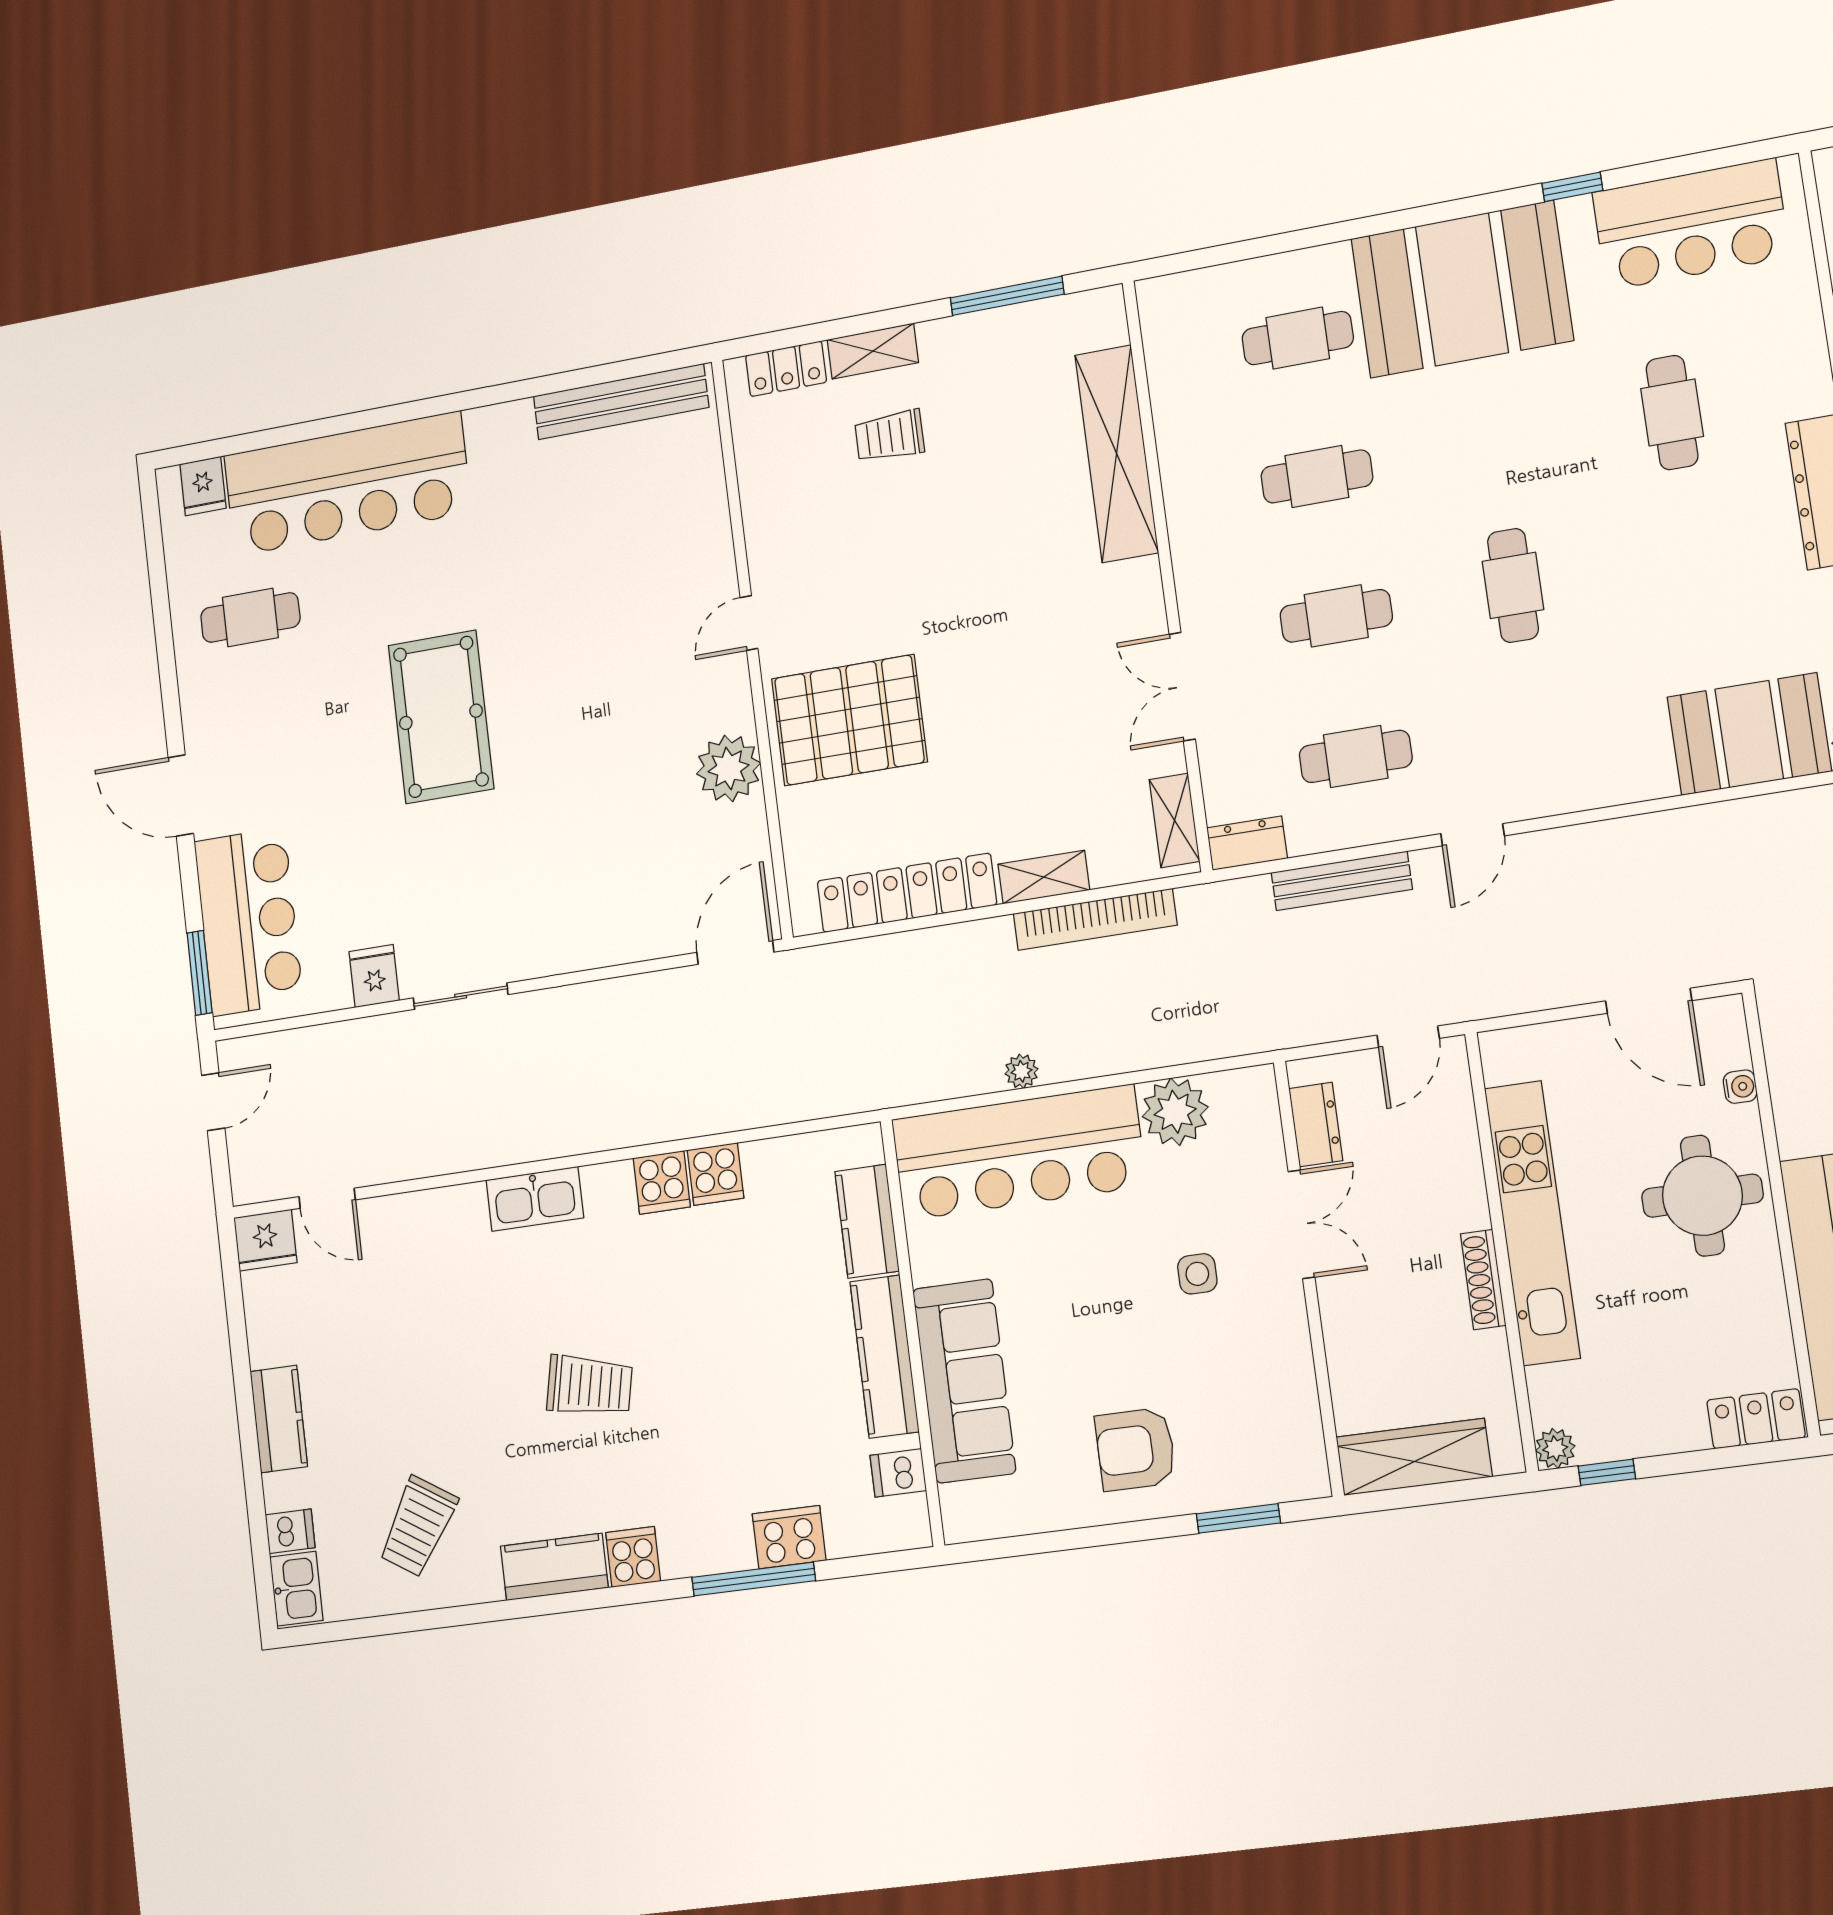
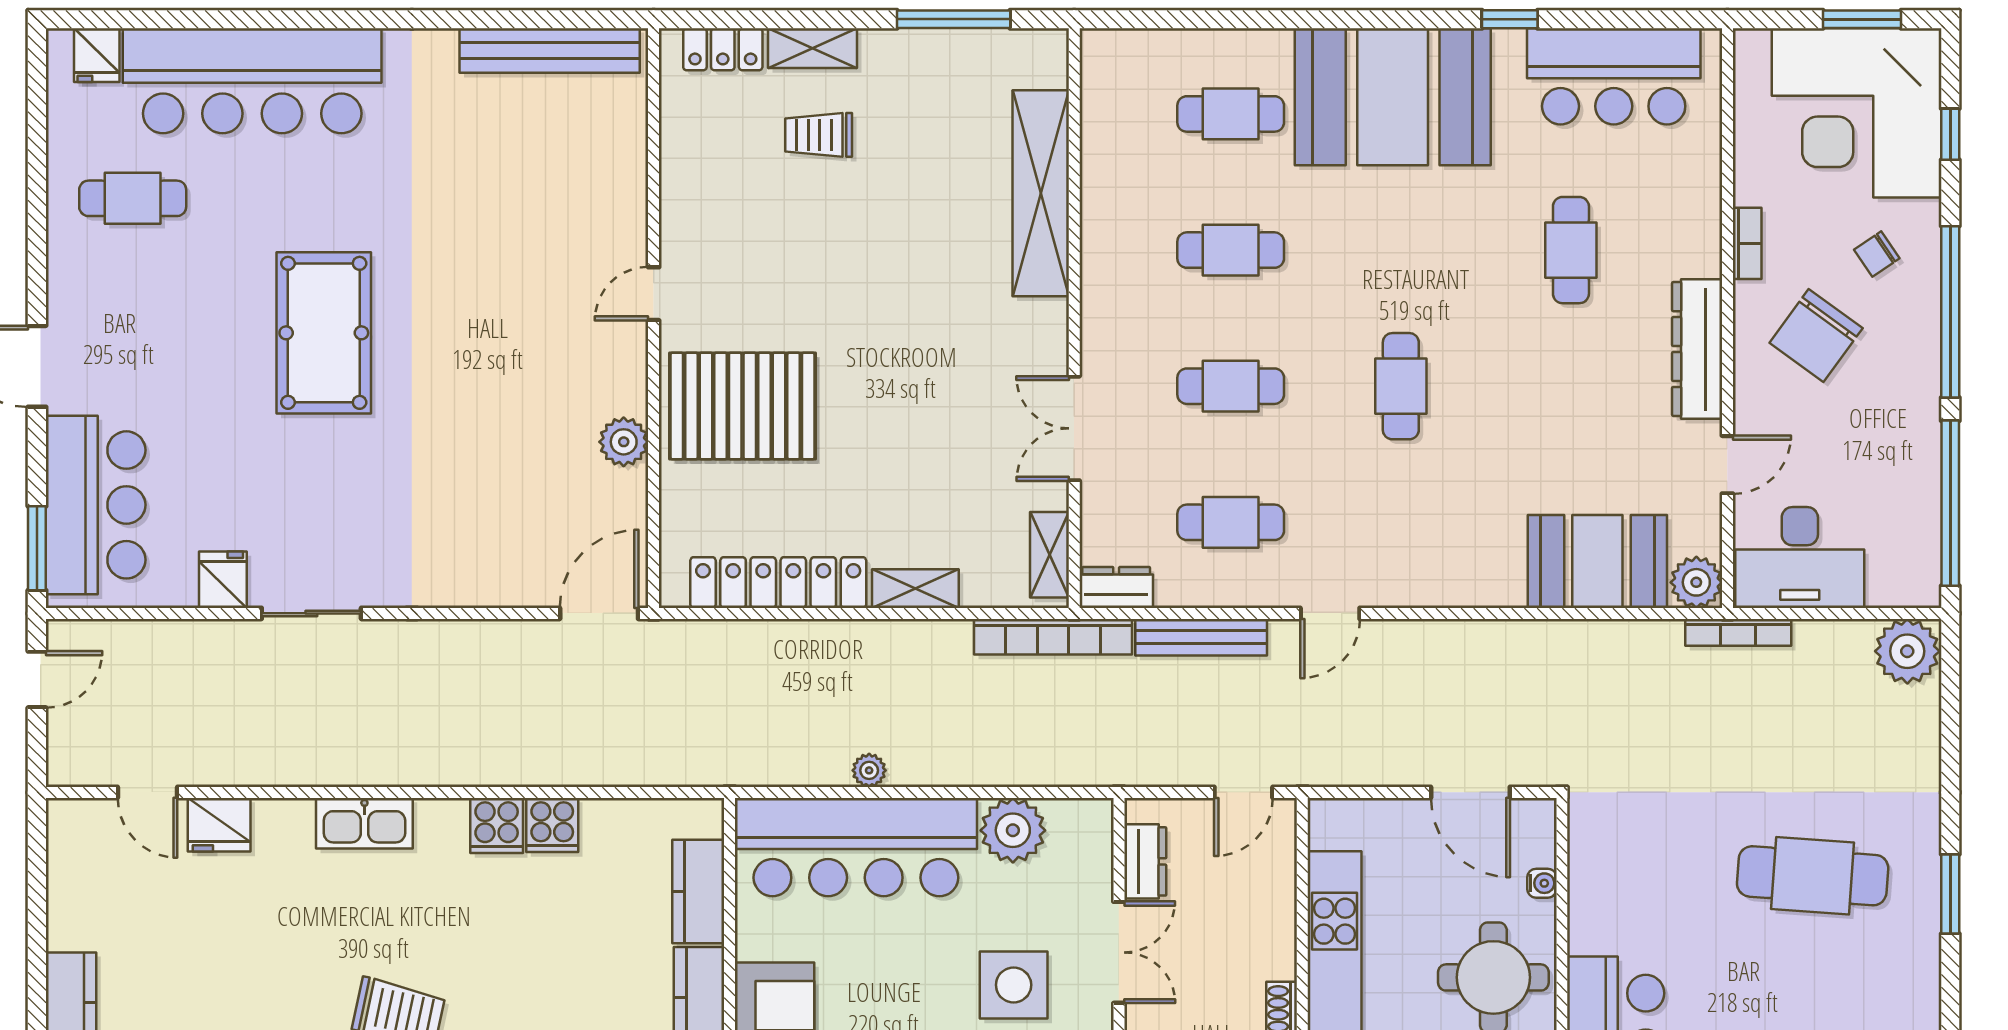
plant: (729, 768) -> (624, 442), width x0.73, depth x0.73
bookcase: (1095, 919) -> (1053, 637), moved
fridge: (265, 1240) -> (219, 825), moved
side table: (1197, 1274) -> (1014, 985), width x1.87, depth x1.87

